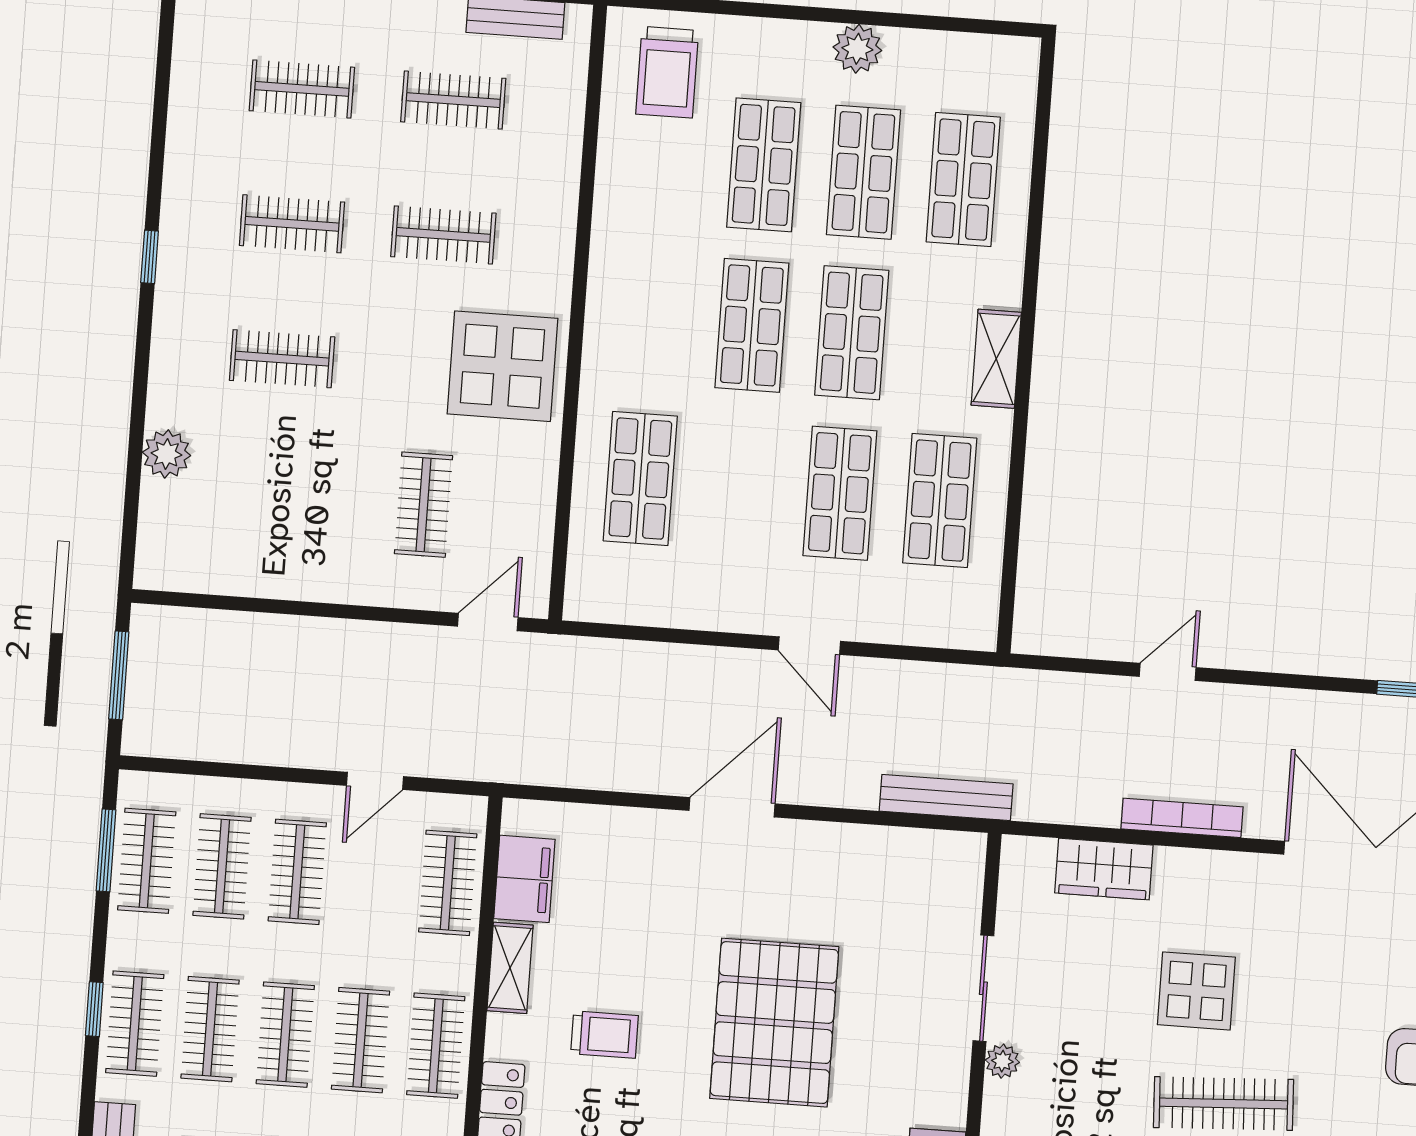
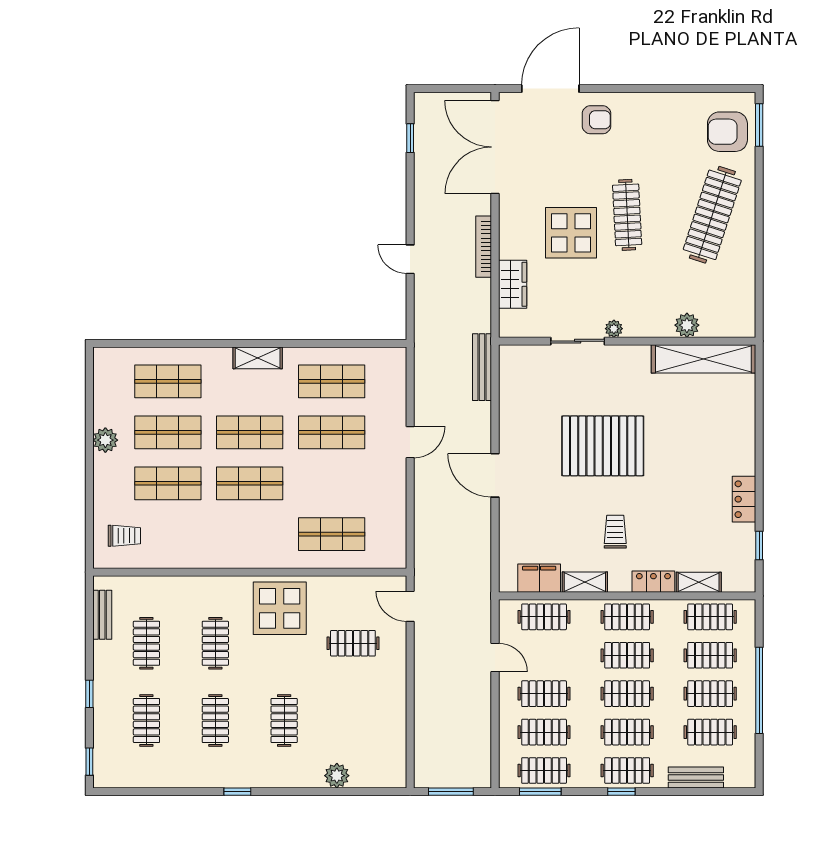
trolley: (667, 72) -> (124, 536), width x0.73, depth x0.72
display table: (1196, 991) -> (571, 233), width x1.36, depth x1.36

